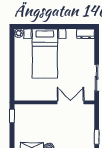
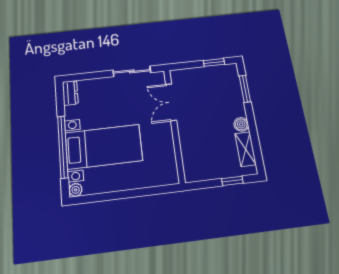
window: (48, 26) -> (63, 147), added
window: (12, 116) -> (232, 181), moved

